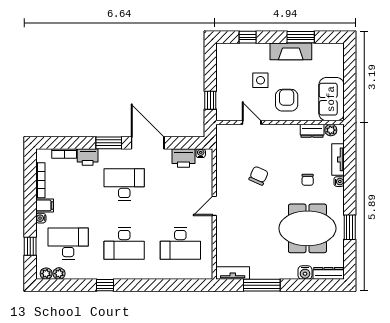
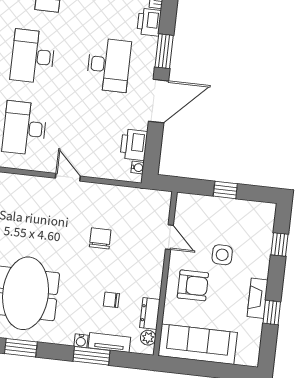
window: (301, 37) -> (272, 313), width x0.67
fireplace: (291, 51) -> (258, 298), width x0.73, depth x0.76
sofa: (331, 99) -> (198, 344), width x1.36
window: (210, 100) -> (225, 190), moved
door: (252, 123) -> (169, 237), hinge flipped
window: (350, 172) -> (91, 356), added
chair: (259, 176) -> (100, 238), turned -114
chair: (308, 180) -> (111, 300), moved

